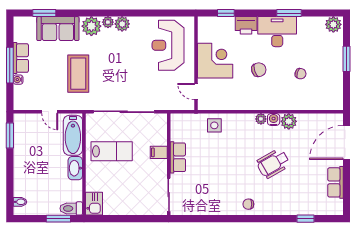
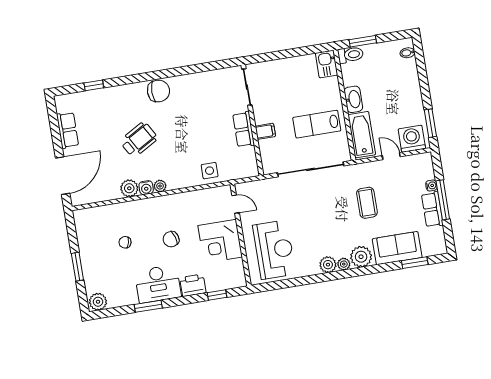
coffee table: (78, 74) -> (367, 203), width x0.73, depth x0.76
washing machine: (29, 124) -> (412, 139), added
chair: (248, 204) -> (158, 91), width x1.87, depth x1.87

